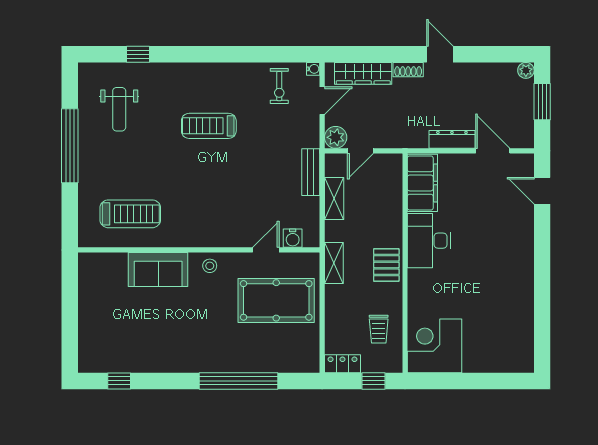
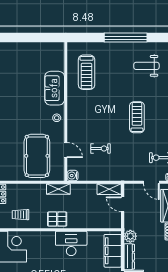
plant: (336, 137) -> (130, 236), moved
bench: (311, 172) -> (110, 176), removed
filing cabinet: (422, 183) -> (113, 251), moved, turned 90
exercise bike: (263, 189) -> (101, 148), added
shelving: (334, 198) -> (109, 189), moved
water cooler: (293, 238) -> (73, 176), moved

